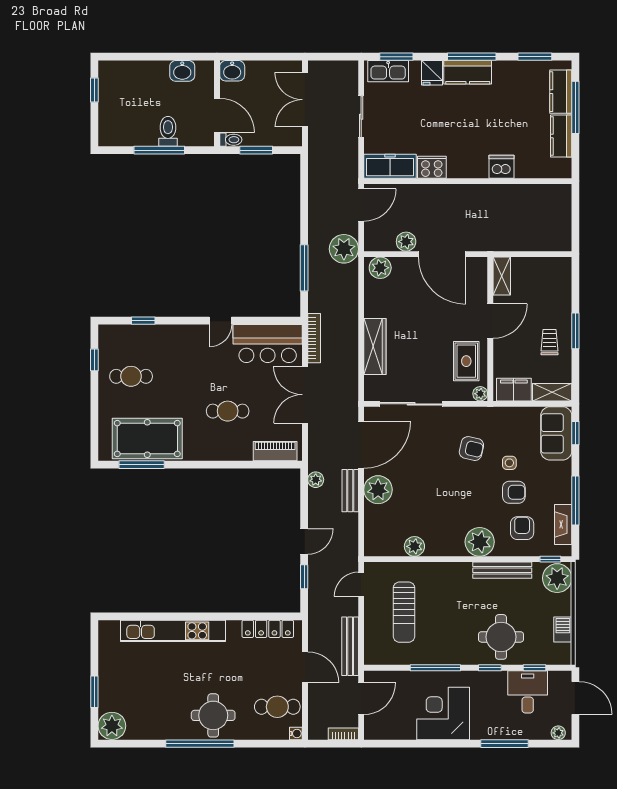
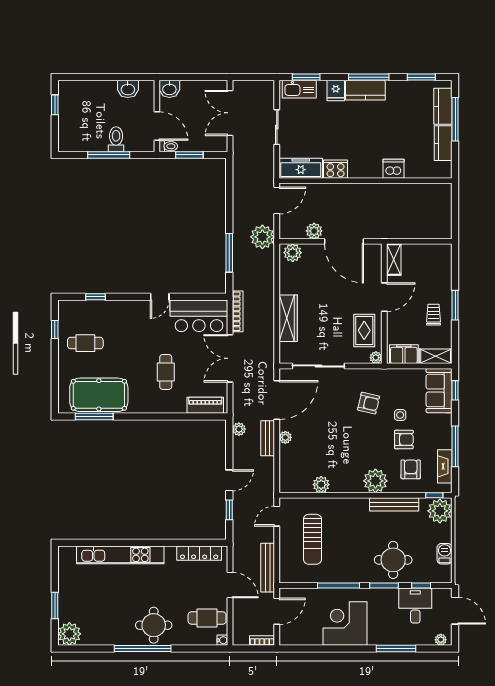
cafe table: (228, 411) -> (166, 372), turned 90
plant: (378, 490) -> (285, 437), width x0.53, depth x0.53
window: (490, 668) -> (384, 586), width x1.50

